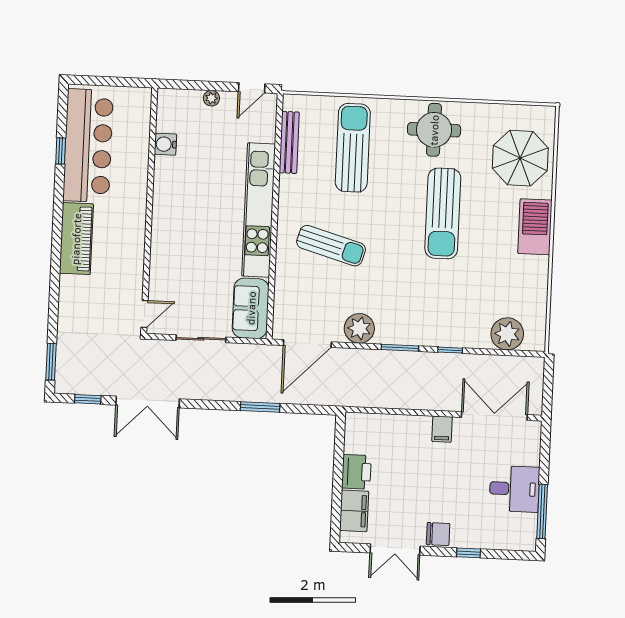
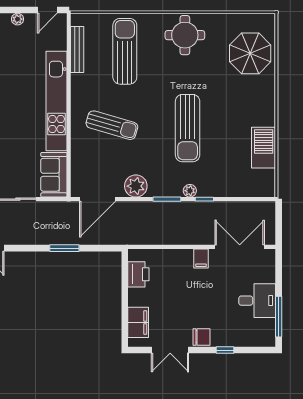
sun lounger: (443, 213) -> (188, 128), moved
barbecue: (535, 227) -> (264, 148), moved
plant: (507, 334) -> (190, 191), moved, width x0.53, depth x0.53
printer: (356, 472) -> (138, 274), moved

